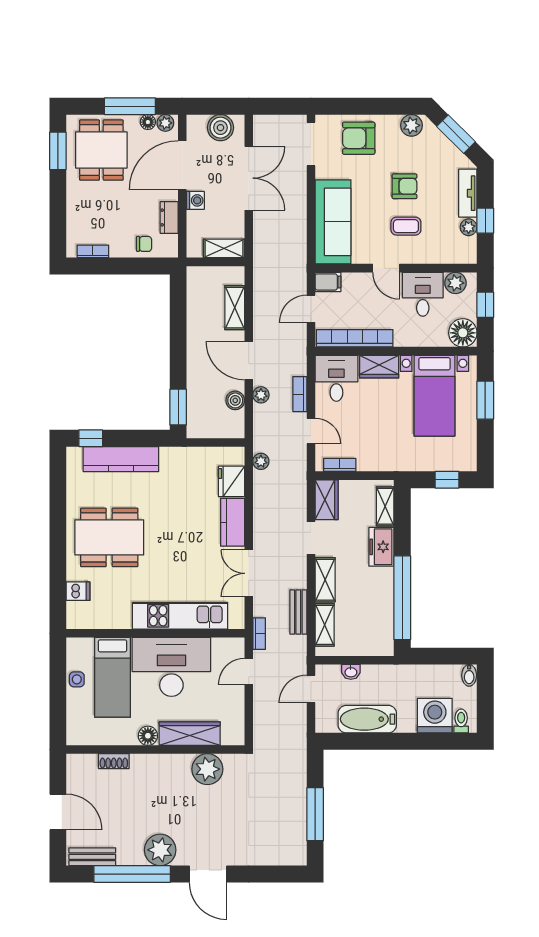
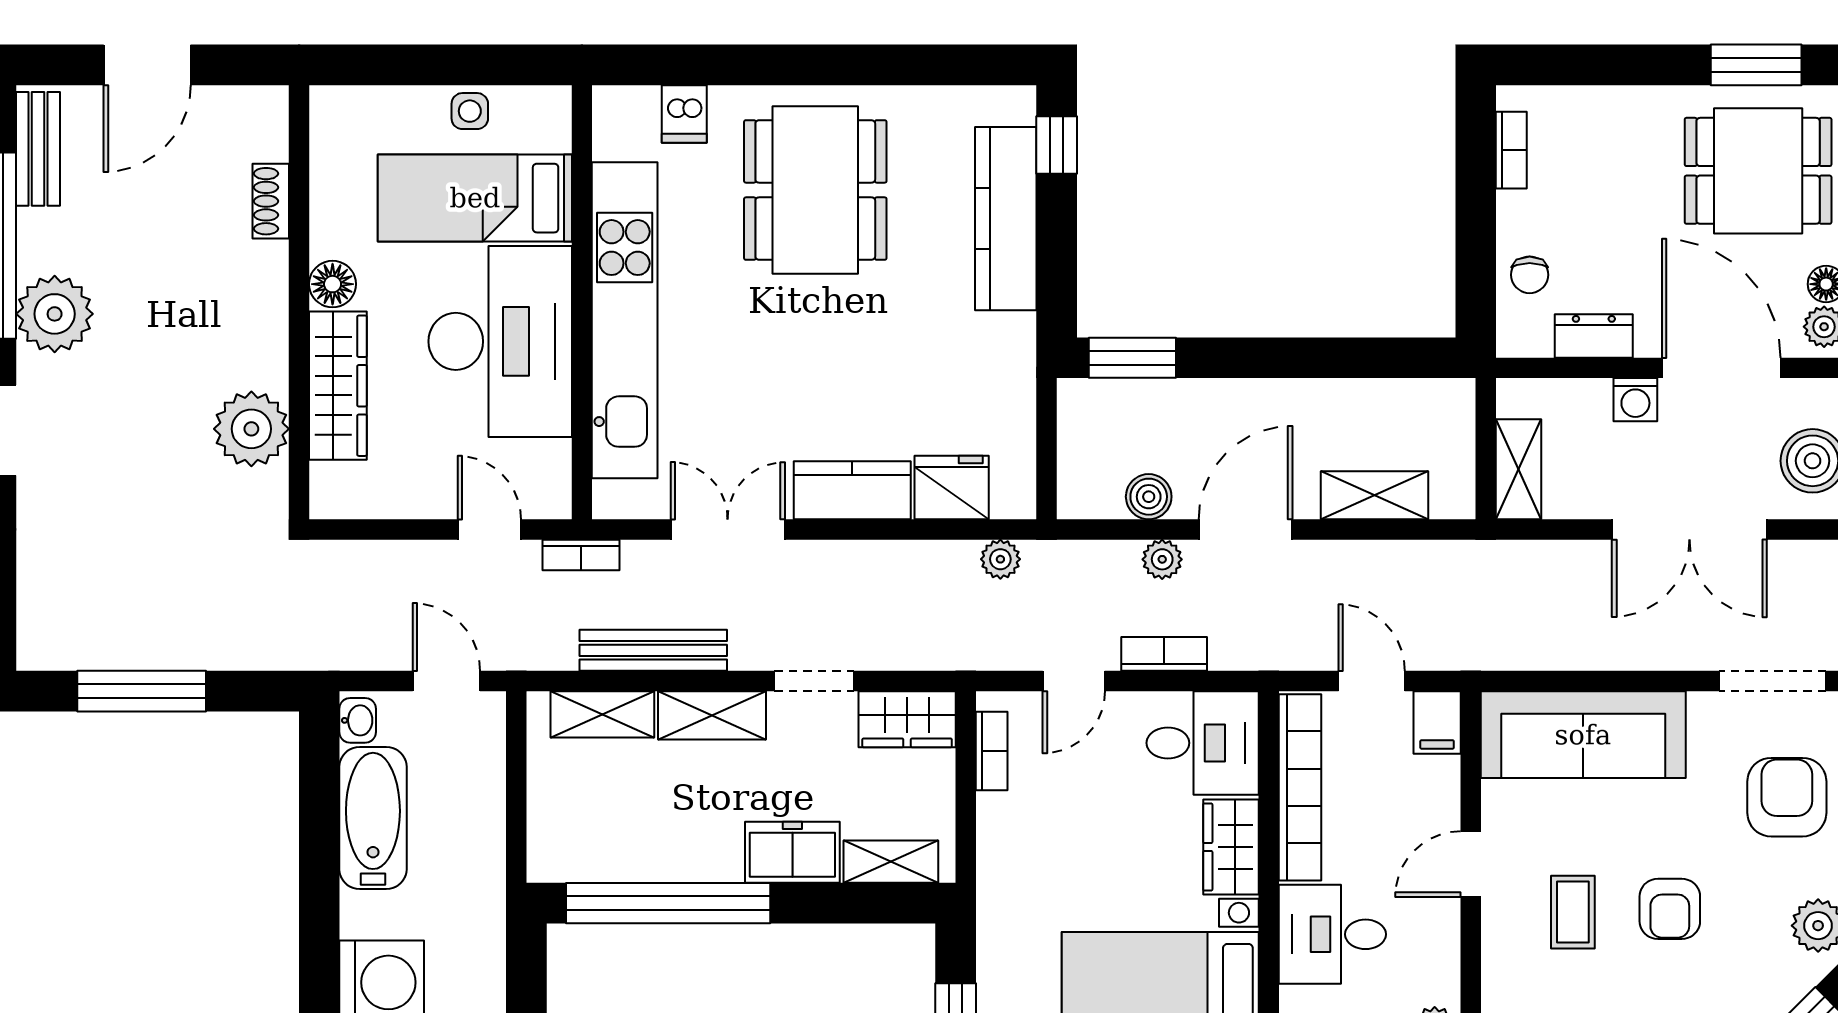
desk: (423, 294) -> (1332, 934), moved, turned 180
bench: (298, 612) -> (653, 650), width x1.36
kitchen unit: (180, 616) -> (625, 320), width x1.36
washbasin: (351, 672) -> (358, 720), moved, turned 180

